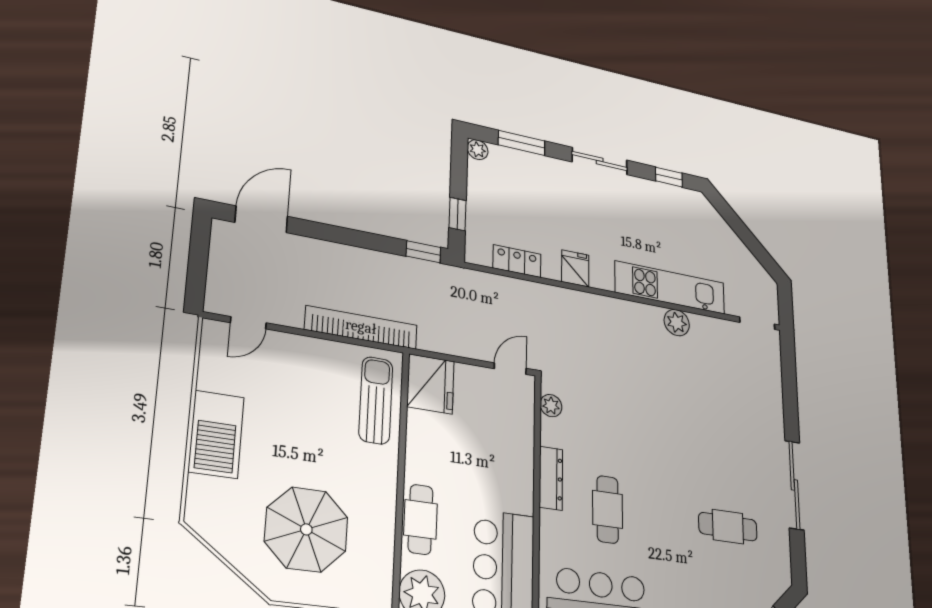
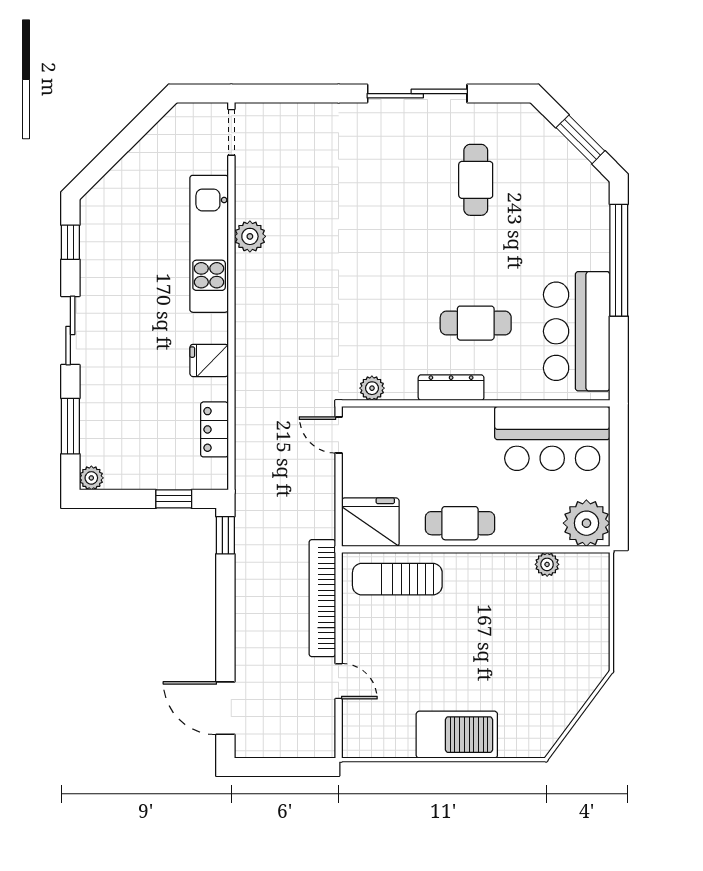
door: (248, 323) -> (339, 681), moved
cafe table: (421, 519) -> (460, 523), moved
parasol: (306, 529) -> (538, 642), removed
plant: (383, 549) -> (547, 564), added

